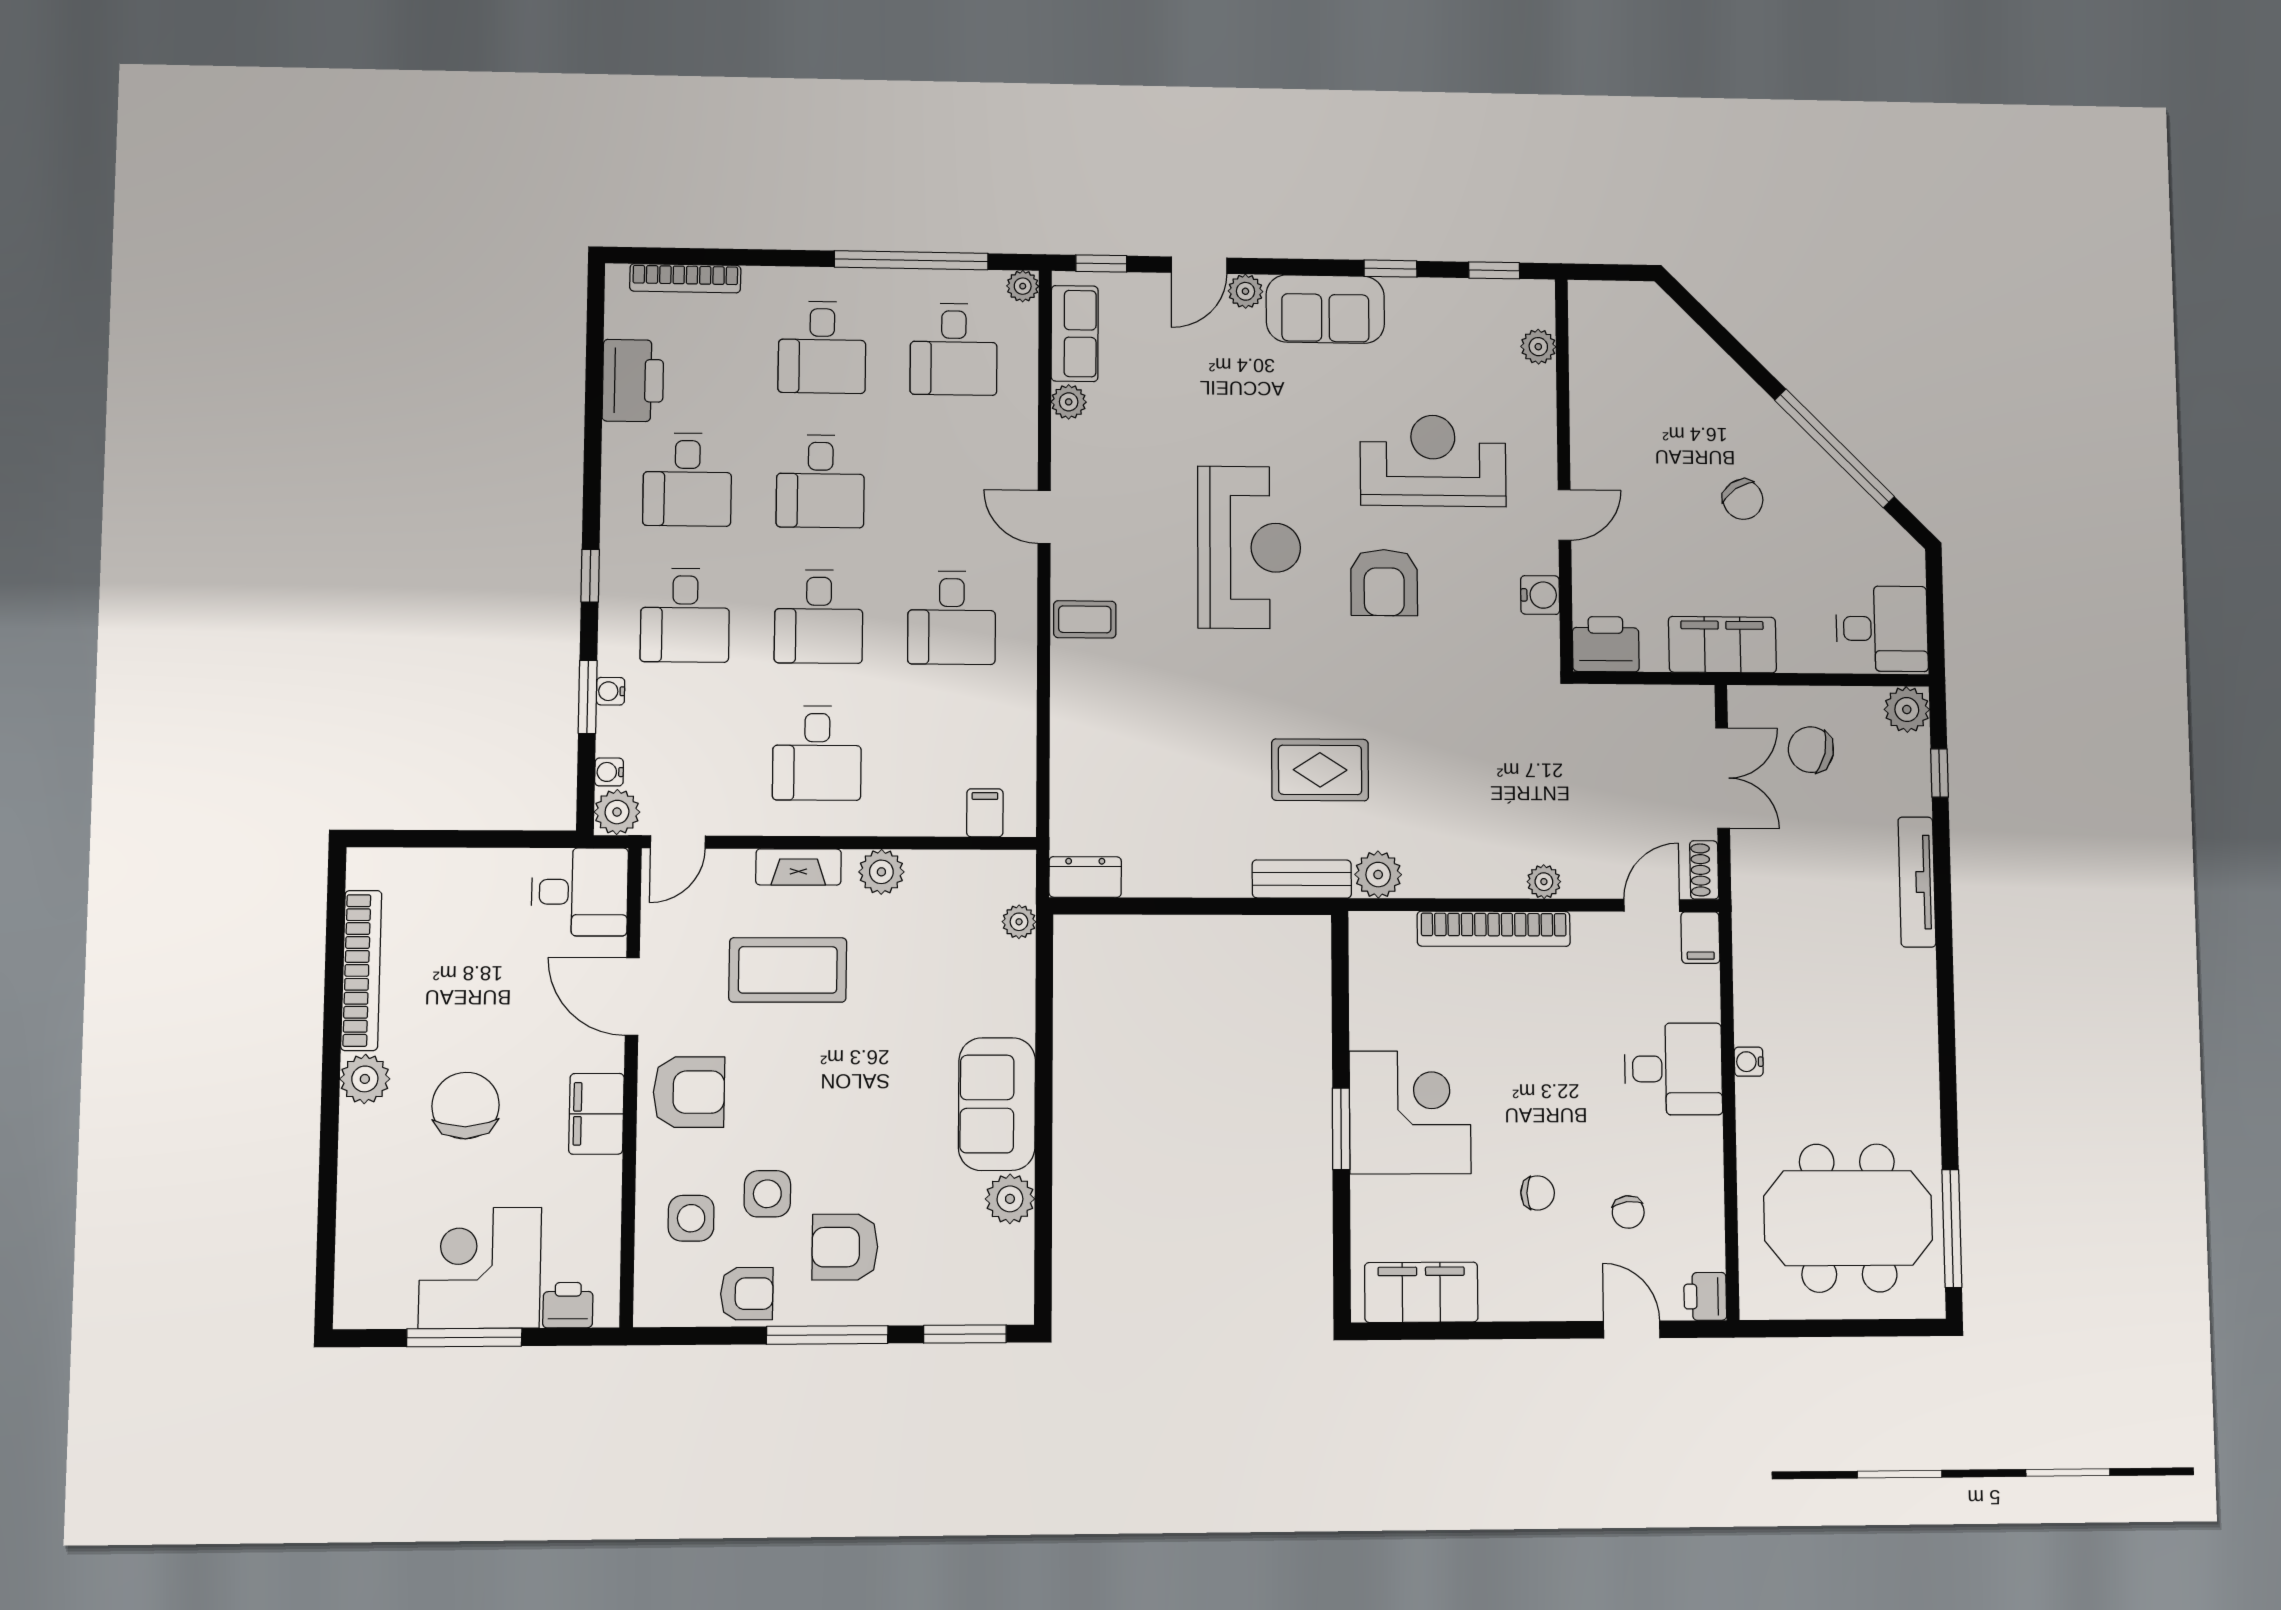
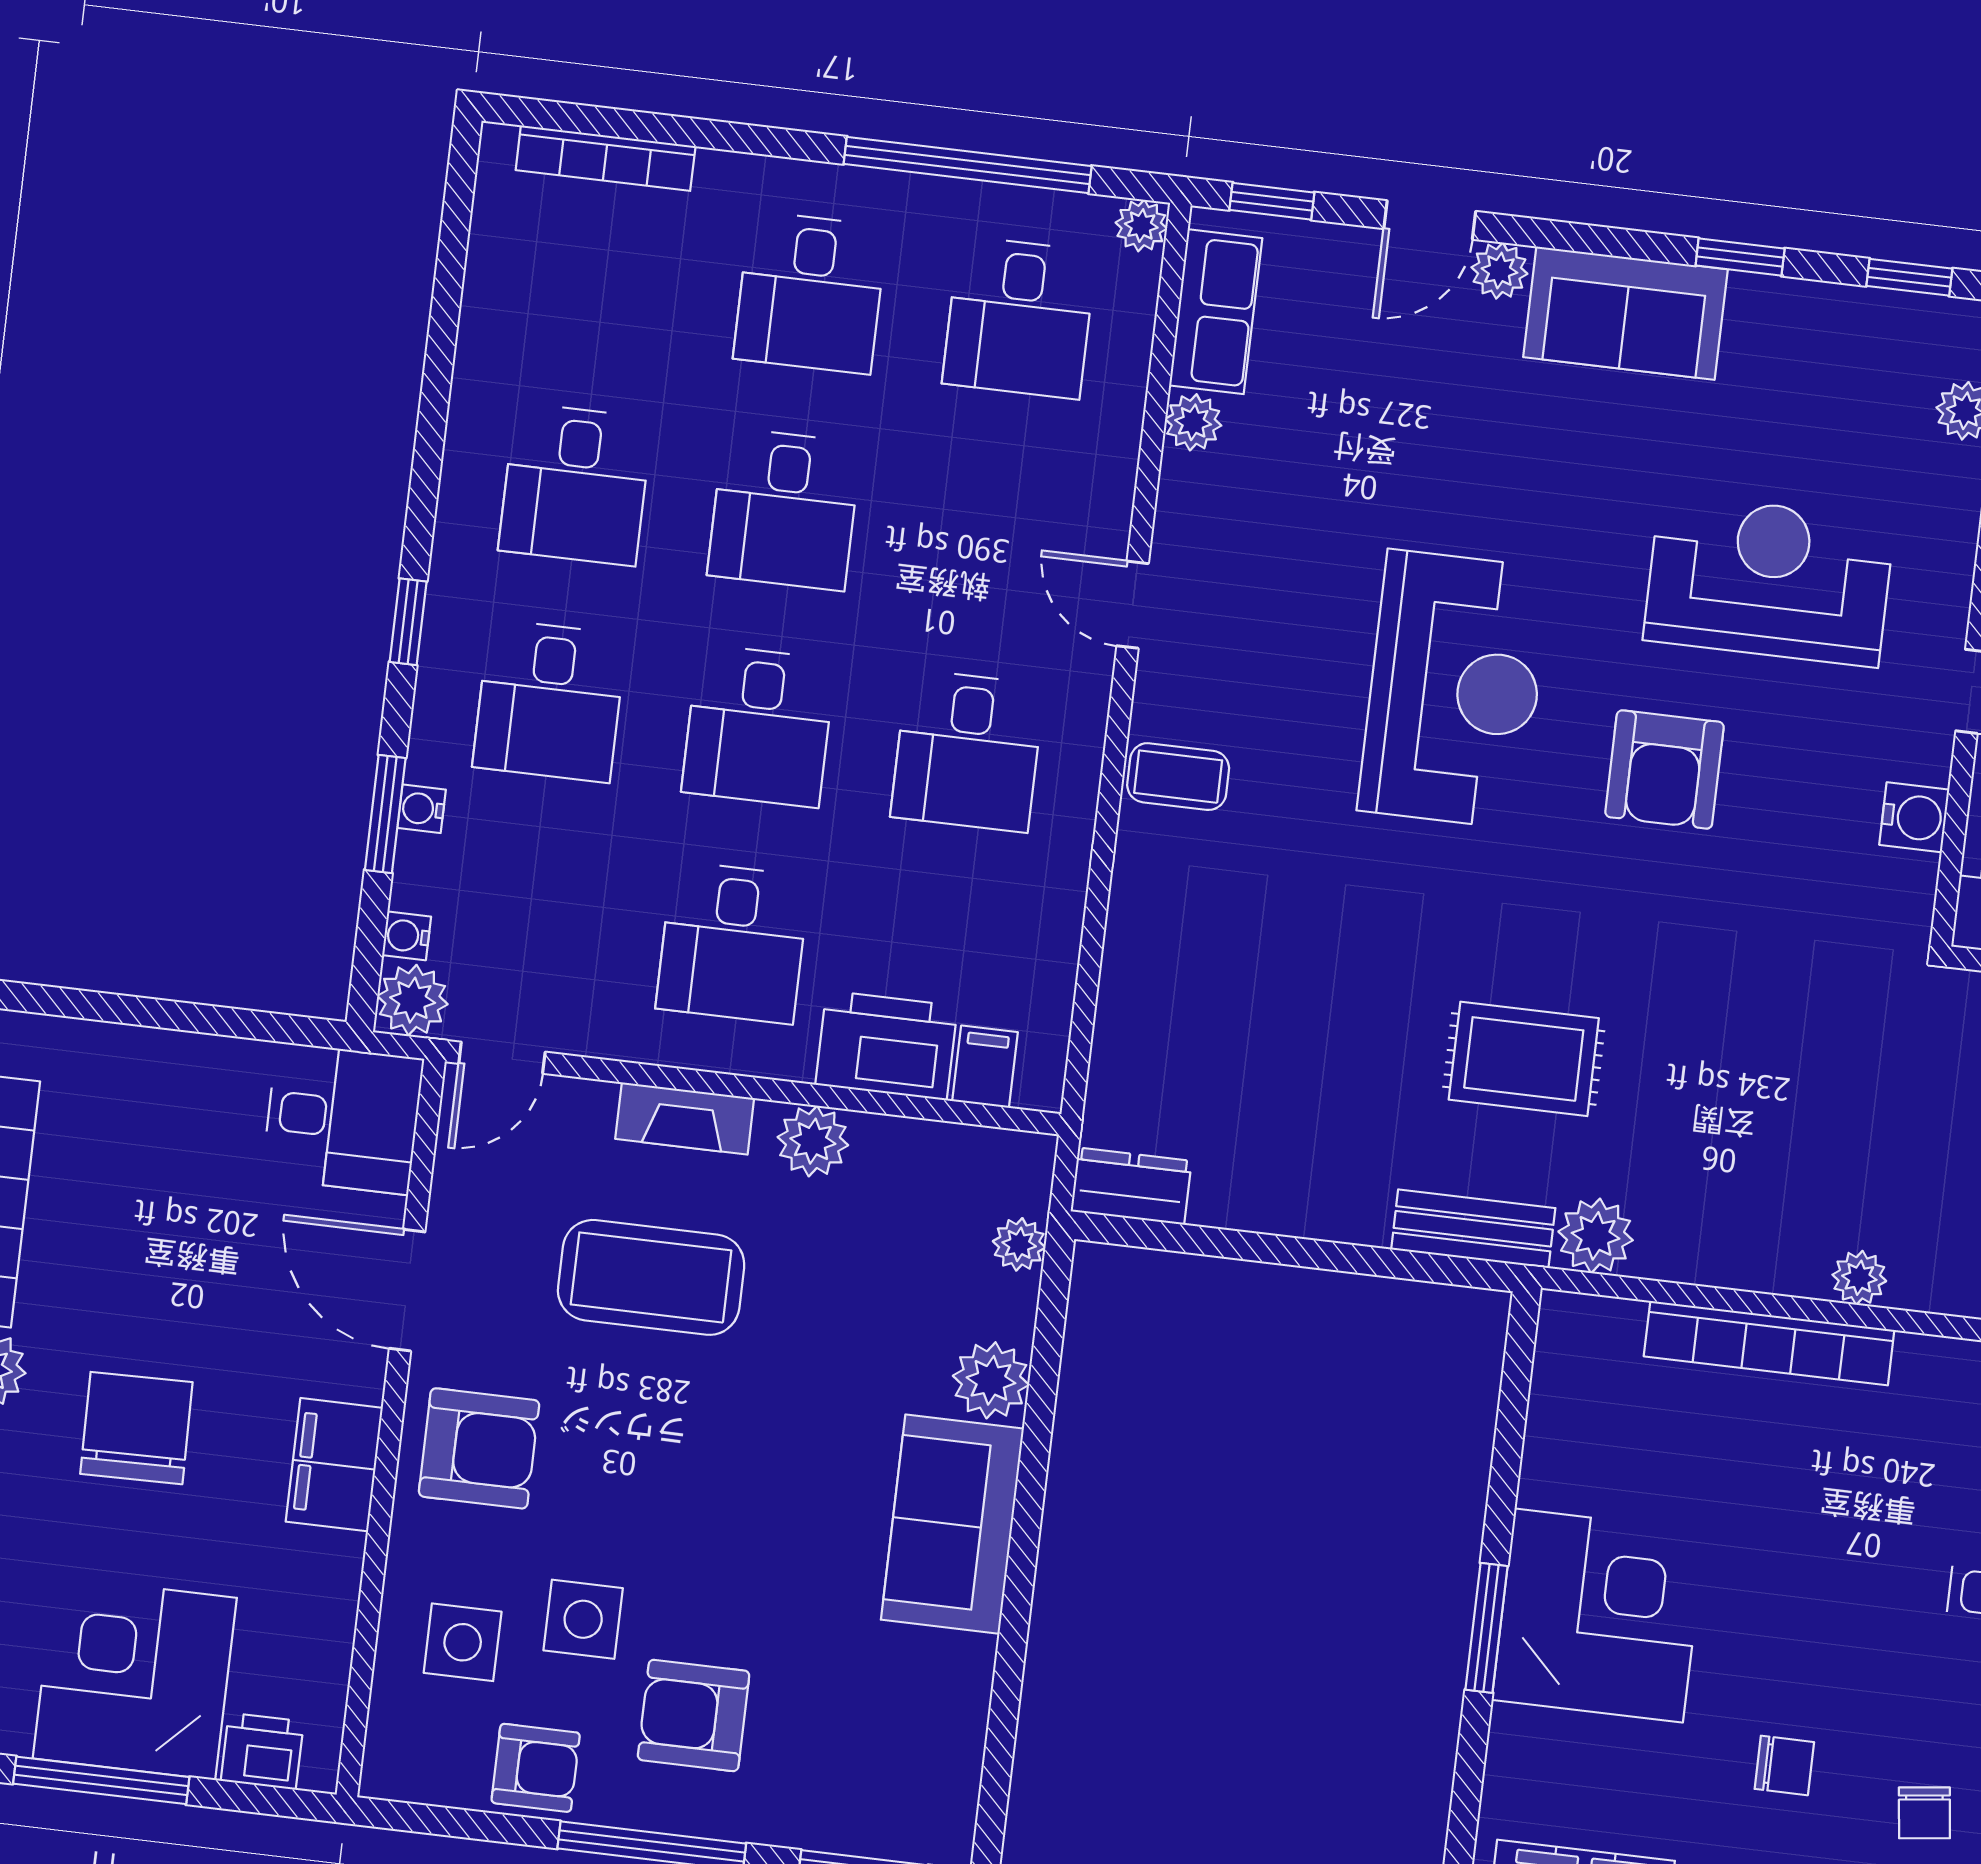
printer: (633, 381) -> (887, 1045), moved, turned -90
plant: (1010, 1199) -> (991, 1380), moved

